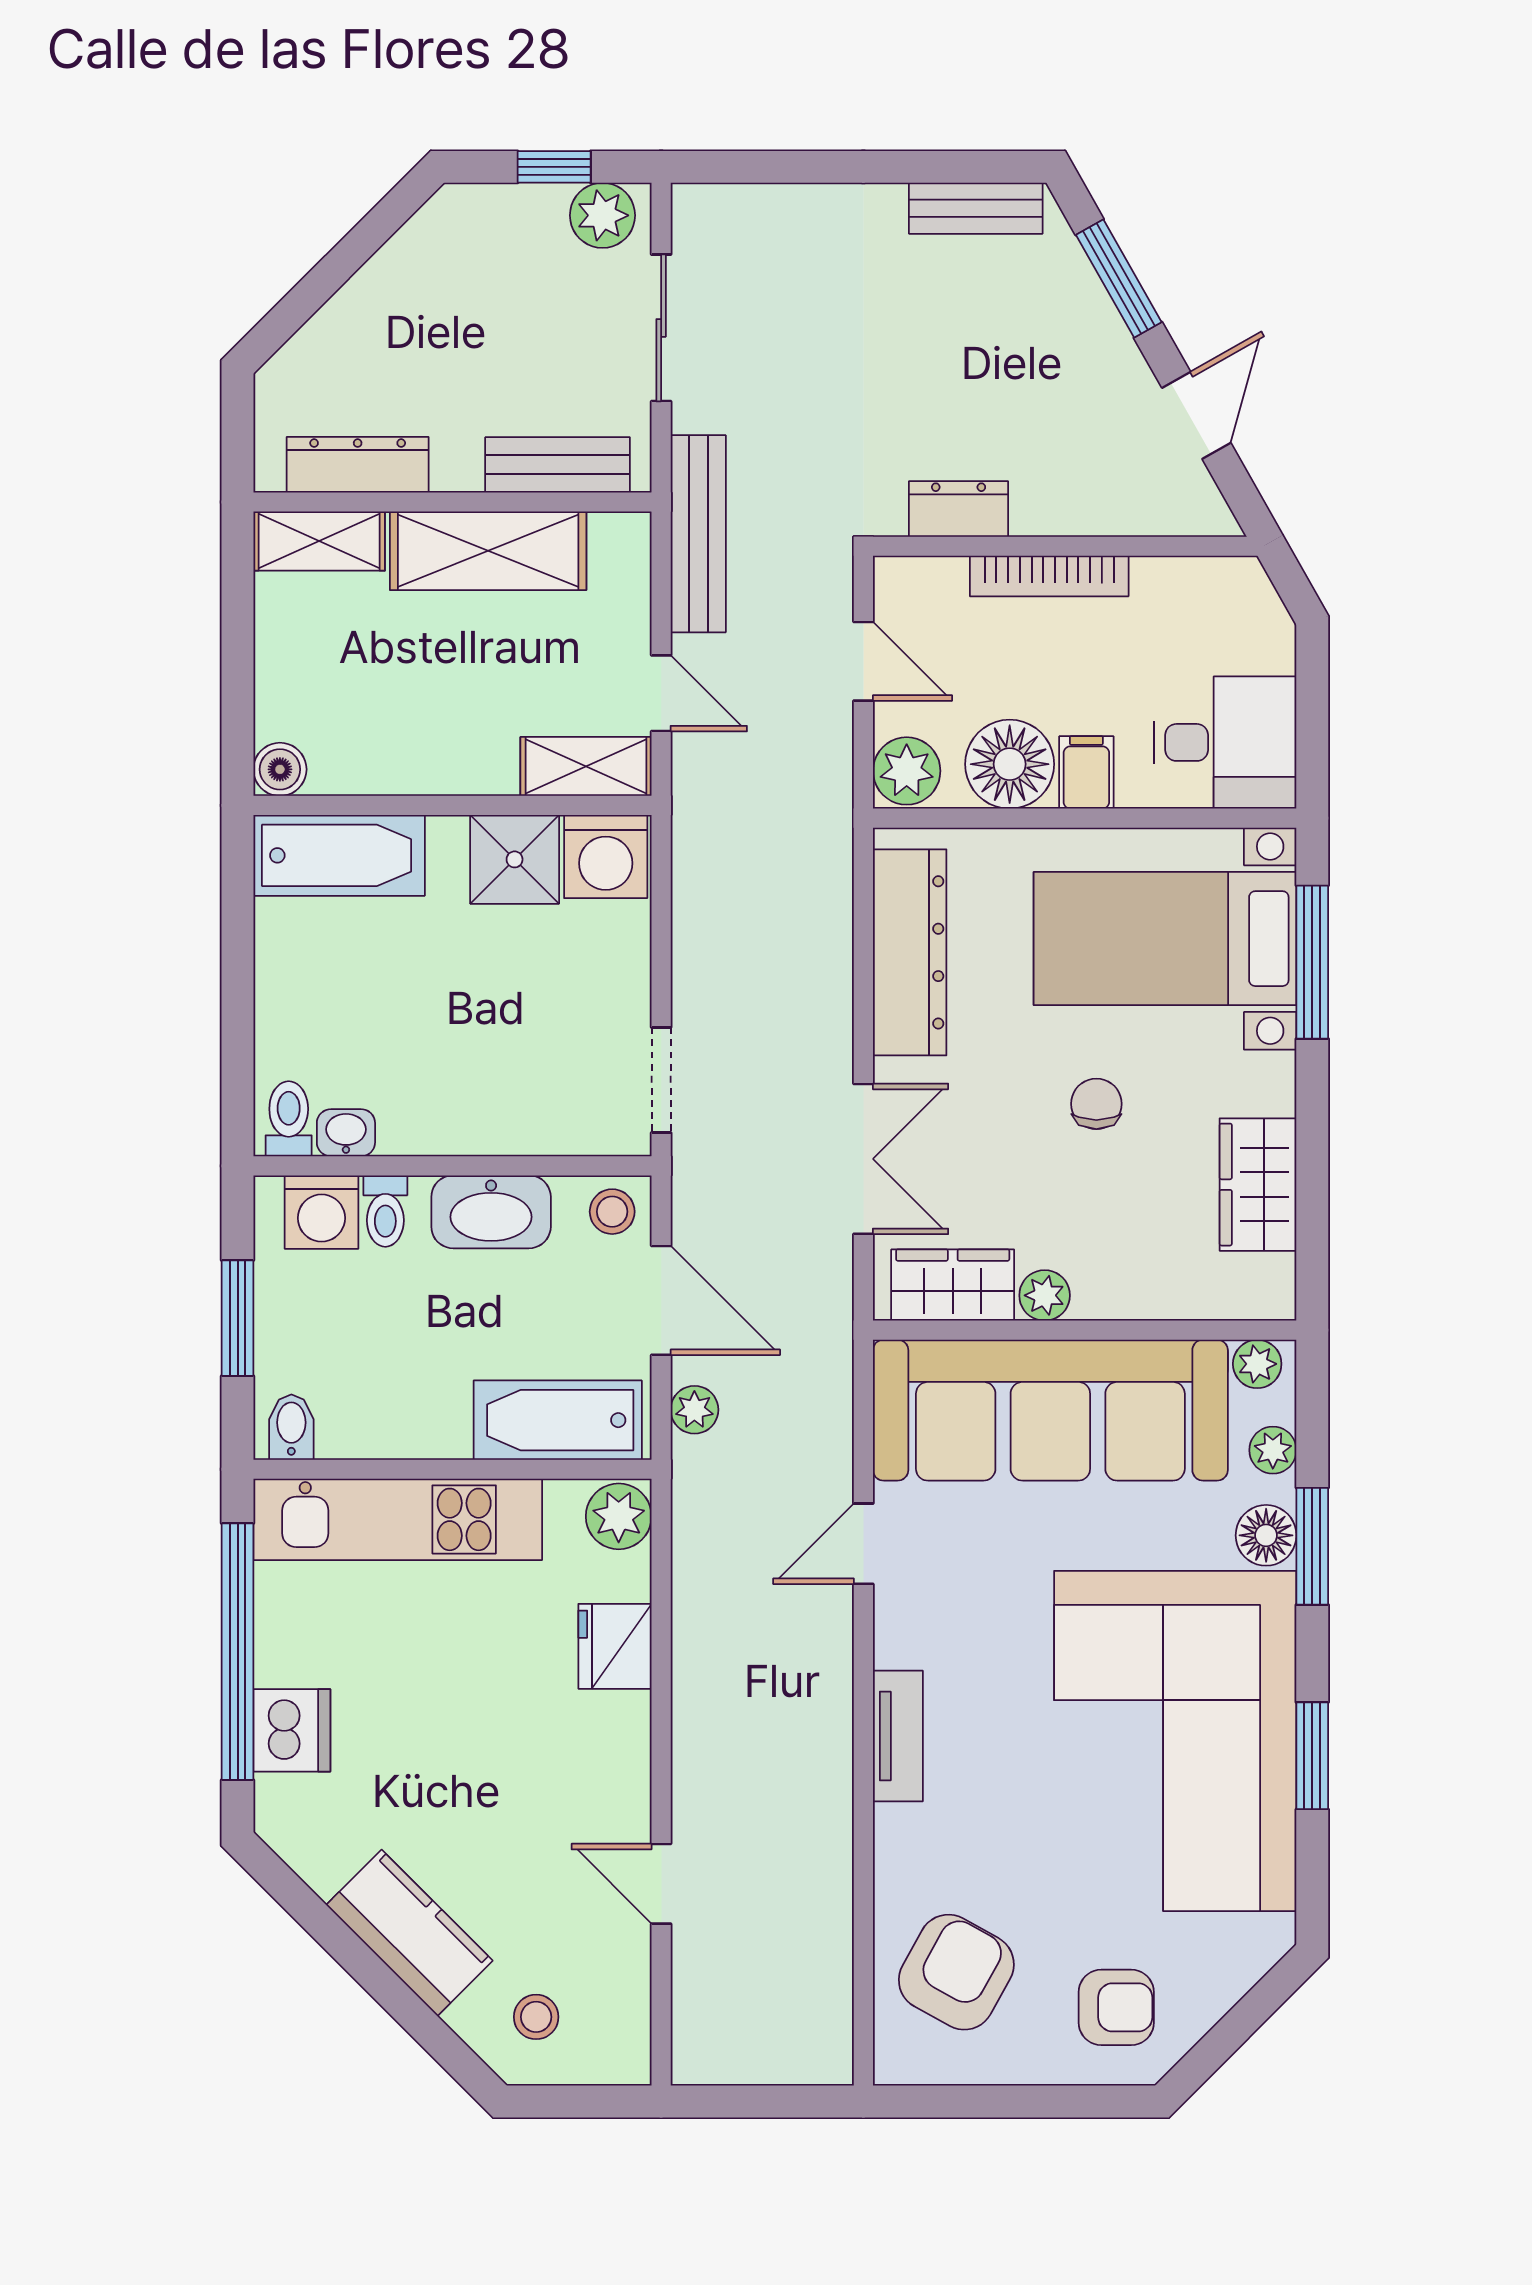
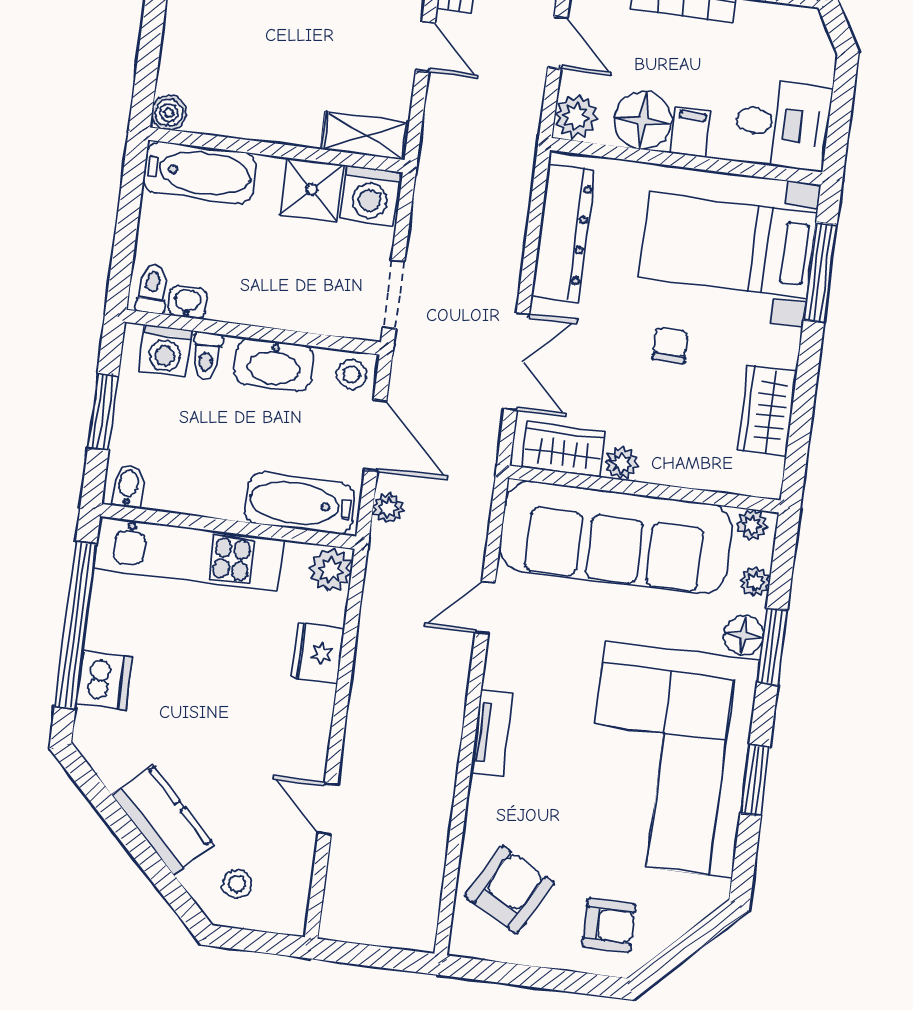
shelving: (586, 766) -> (365, 136), moved
boiler: (280, 769) -> (169, 113), moved
wall: (452, 805) -> (276, 150), moved
bathtub: (339, 855) -> (200, 173), moved
washing machine: (606, 857) -> (370, 195), moved
shower: (515, 859) -> (312, 190), moved

